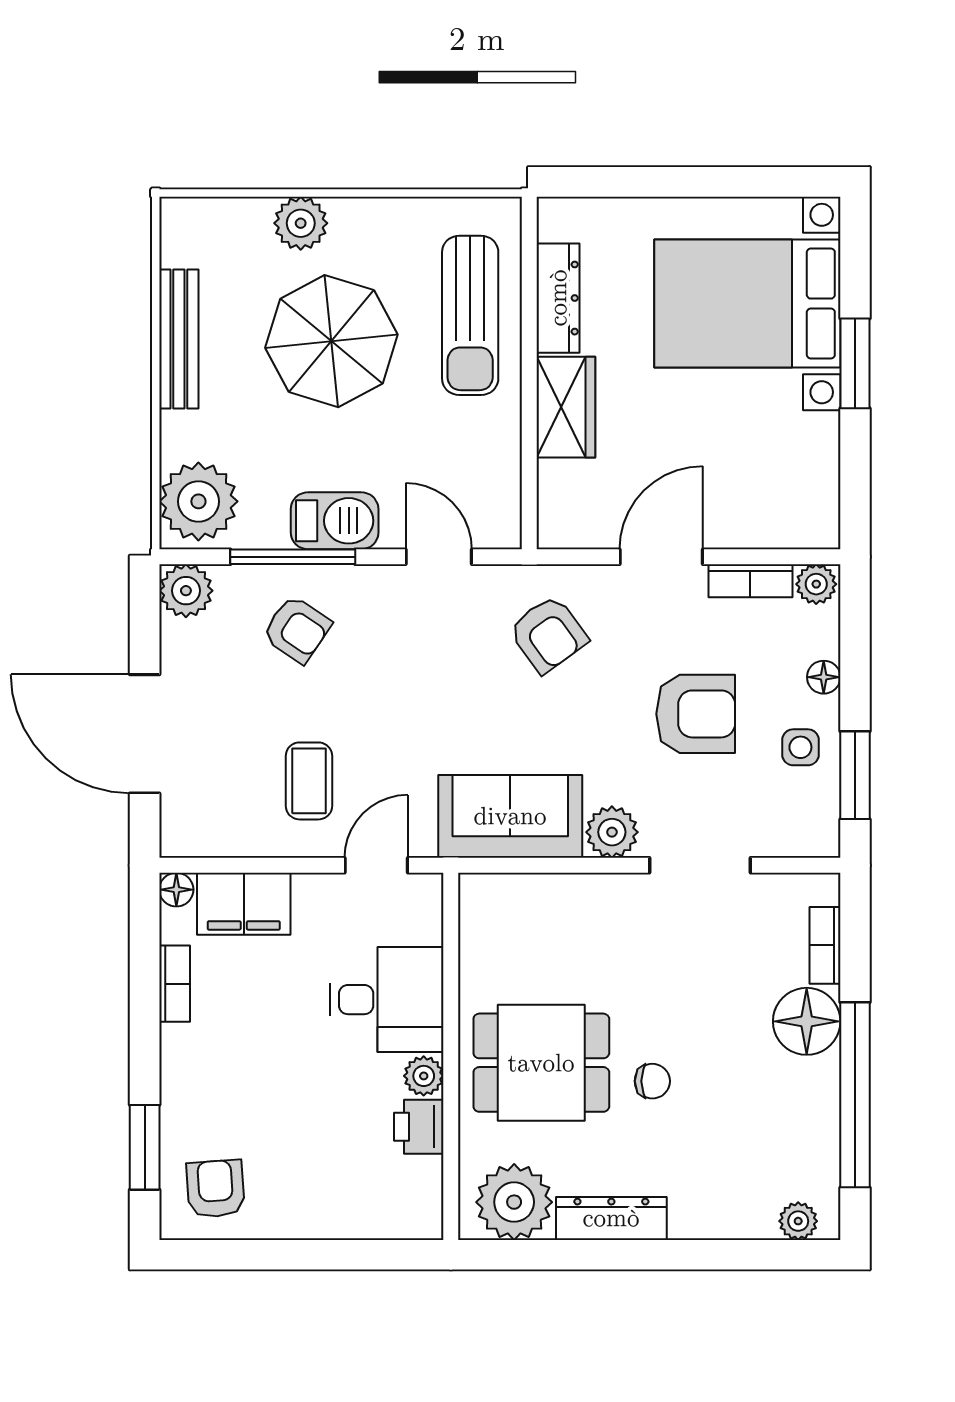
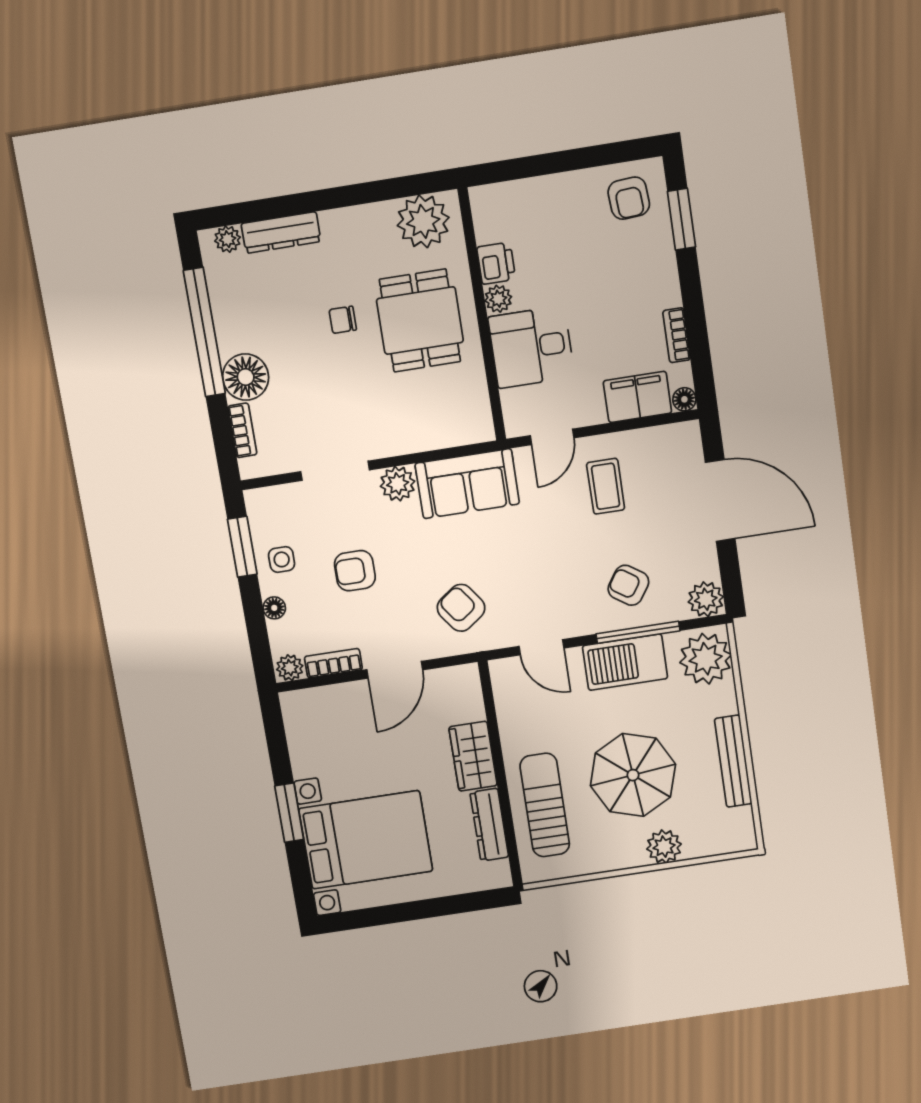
barbecue: (335, 521) -> (625, 662), width x1.37, depth x1.21
armchair: (696, 714) -> (355, 571), width x0.72, depth x0.72
dining table: (541, 1063) -> (420, 321), turned 90
dresser: (611, 1218) -> (281, 232), moved

